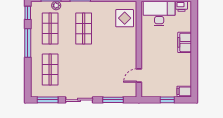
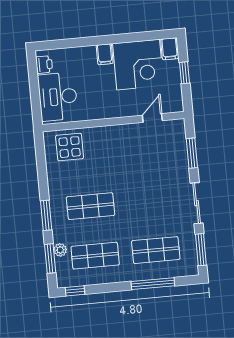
filing cabinet: (185, 42) -> (105, 54), width x0.50
window: (28, 43) -> (153, 284), moved
corner desk: (176, 69) -> (138, 65), added
door: (139, 76) -> (152, 118), swing flipped

